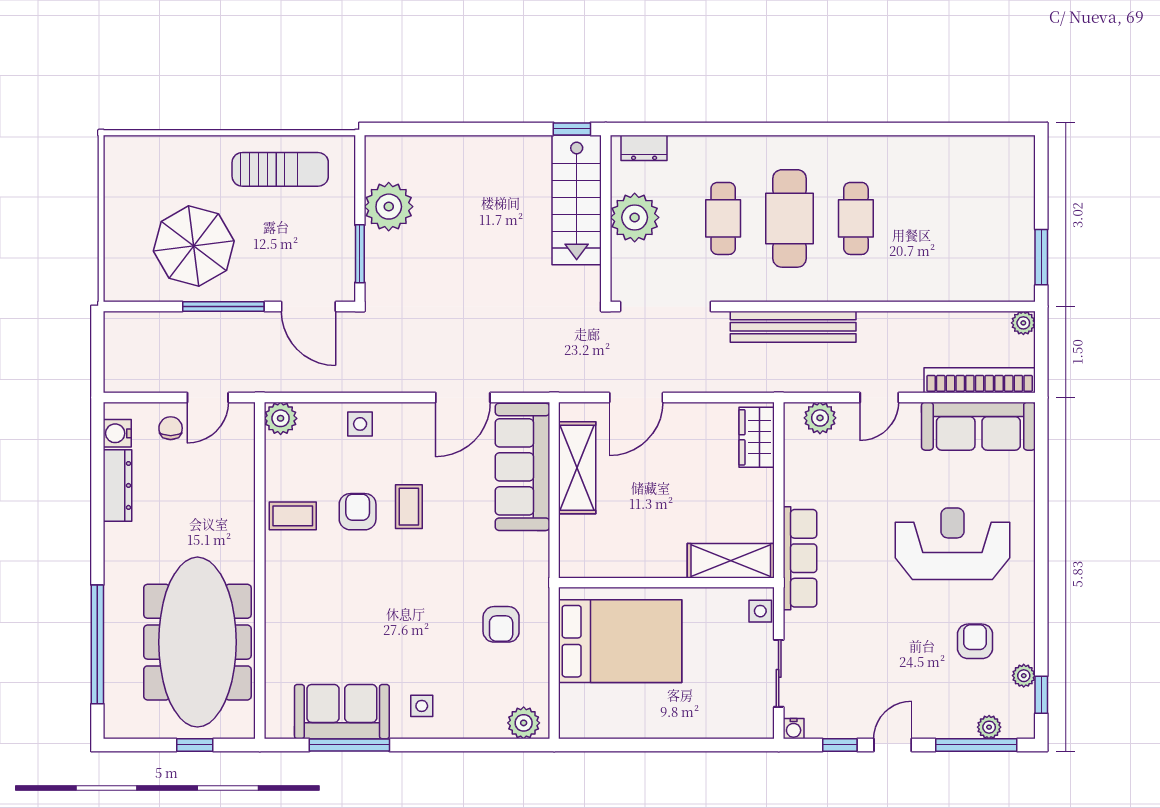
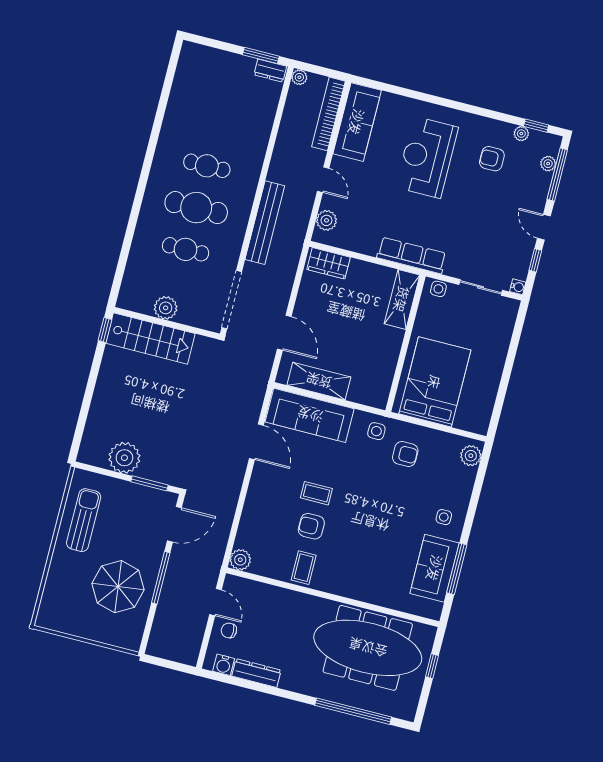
dresser: (644, 148) -> (270, 71), moved, turned 90
plant: (635, 217) -> (166, 308), width x0.73, depth x0.73
side table: (360, 424) -> (376, 431), moved

